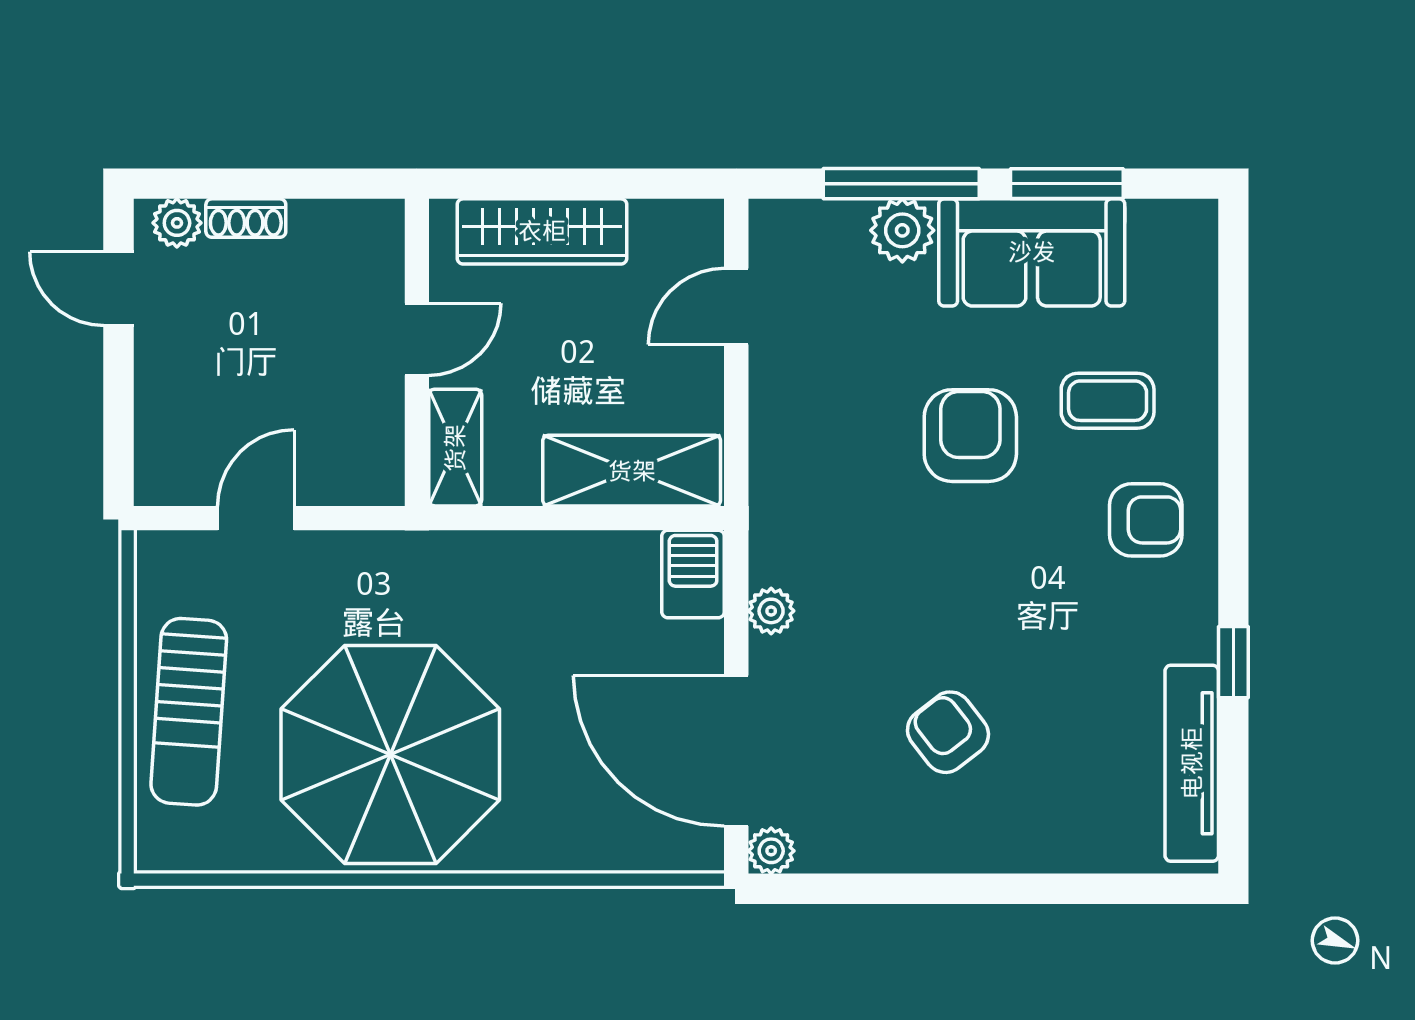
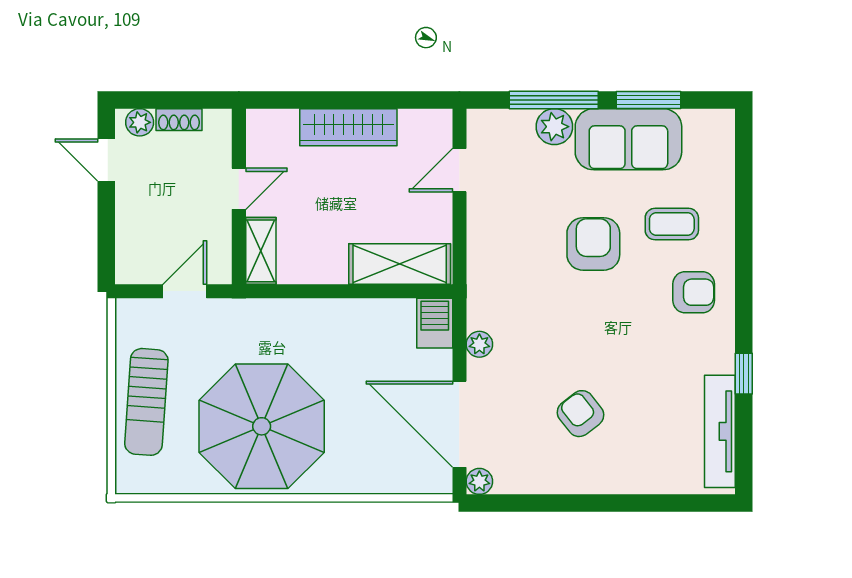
door: (417, 339) -> (239, 189), moved
wall: (417, 352) -> (239, 196), moved
shelving: (455, 448) -> (261, 251), moved

